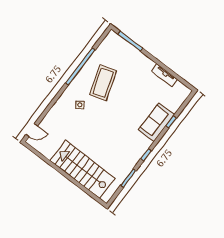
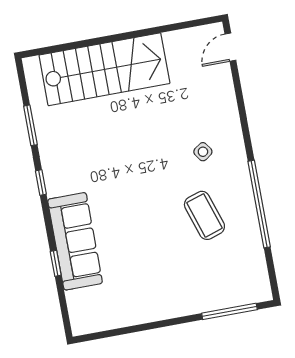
tv unit: (164, 75) -> (134, 316), removed
coffee table: (103, 83) -> (204, 215), width x0.73, depth x0.76
sofa: (156, 122) -> (75, 241), width x1.36

